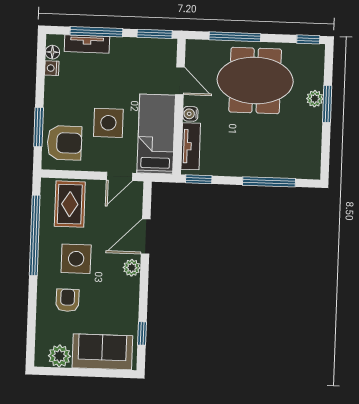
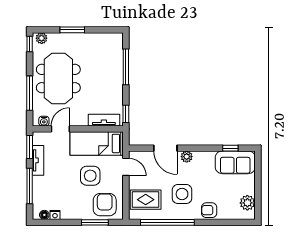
tv unit: (87, 44) -> (38, 160), moved
plant: (315, 99) -> (42, 38), moved
water cooler: (190, 114) -> (44, 121), moved
armchair: (67, 300) -> (209, 210), moved
sofa: (102, 352) -> (235, 162), moved, turned -90

